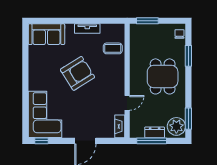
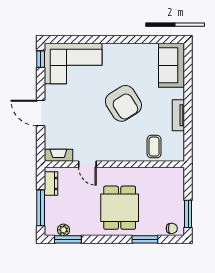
window: (147, 21) -> (188, 214), moved
dining table: (163, 76) -> (120, 208), turned 90
plant: (176, 126) -> (63, 230), width x0.53, depth x0.53
dresser: (155, 132) -> (51, 183), moved
window: (152, 141) -> (41, 208), moved

